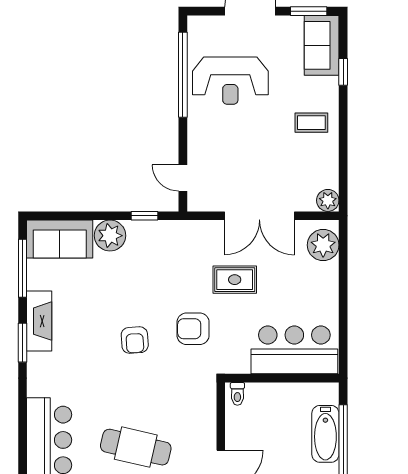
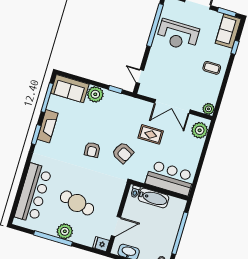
armchair: (193, 329) -> (123, 153), turned -153
bathtub: (325, 434) -> (153, 198), moved, turned -90

